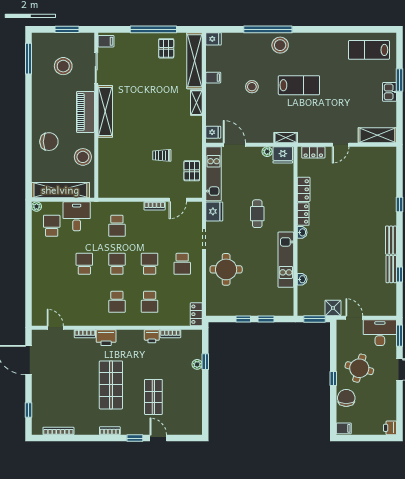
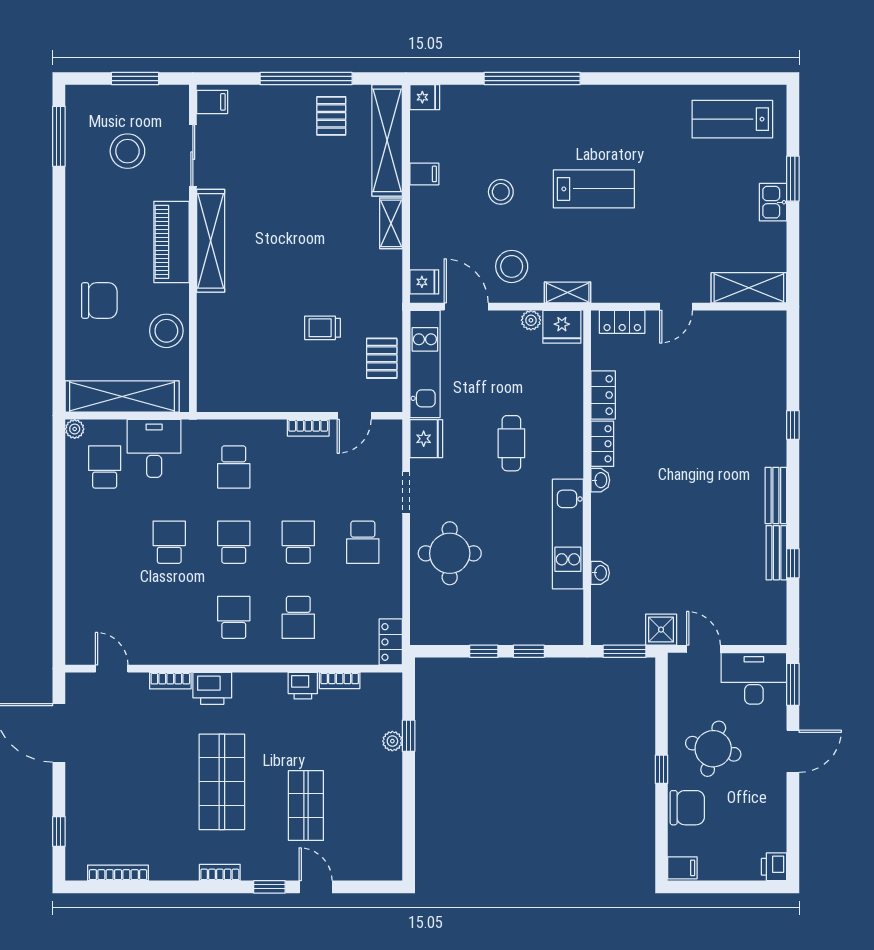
stool: (280, 45) -> (512, 266), moved
school desk: (117, 302) -> (234, 617), turned 180
chair: (346, 398) -> (687, 808), turned 90

